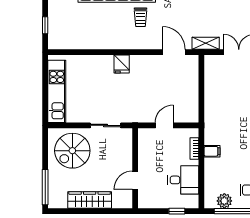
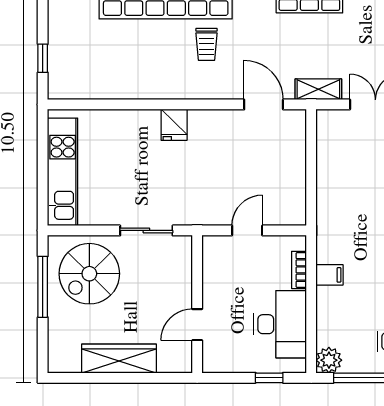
desk: (183, 180) -> (280, 324), width x1.37
window: (45, 187) -> (43, 287), moved
plant: (224, 201) -> (329, 360), moved

